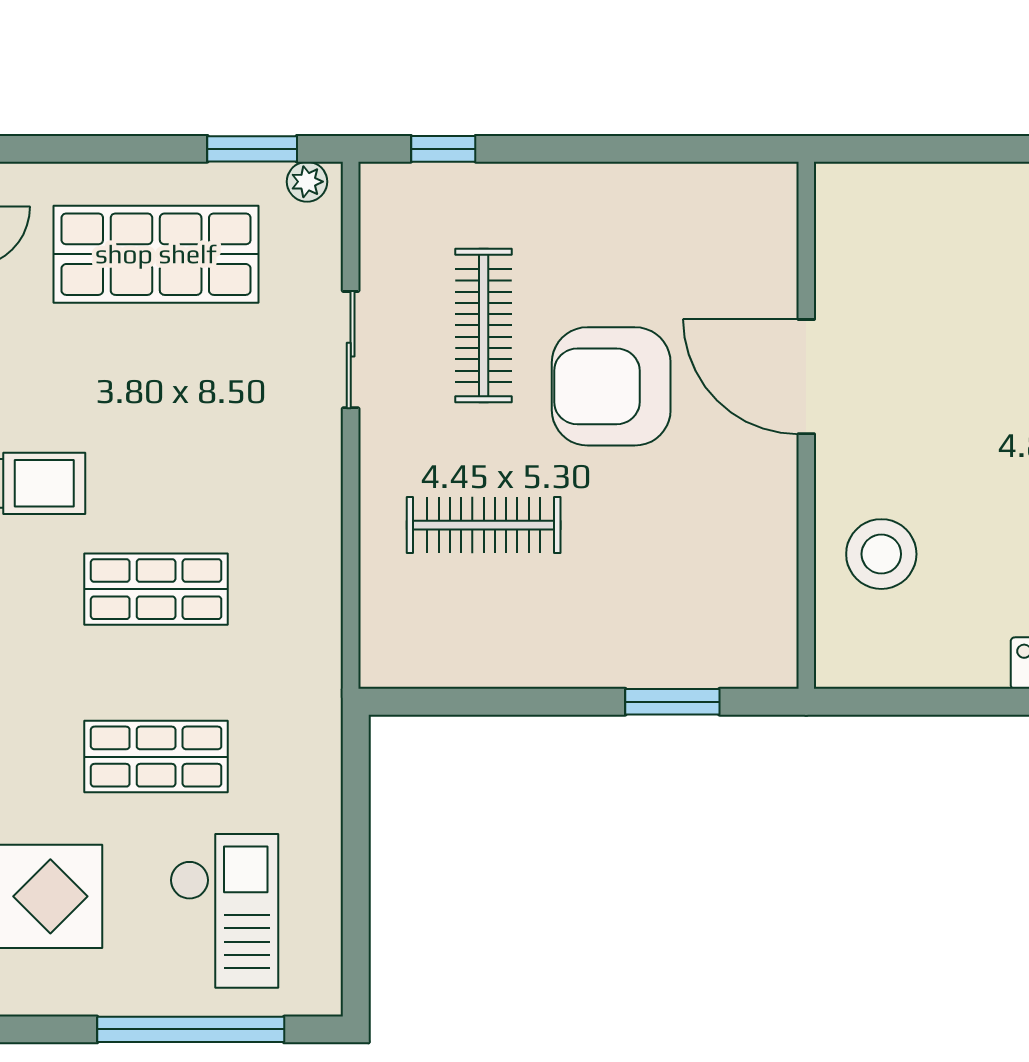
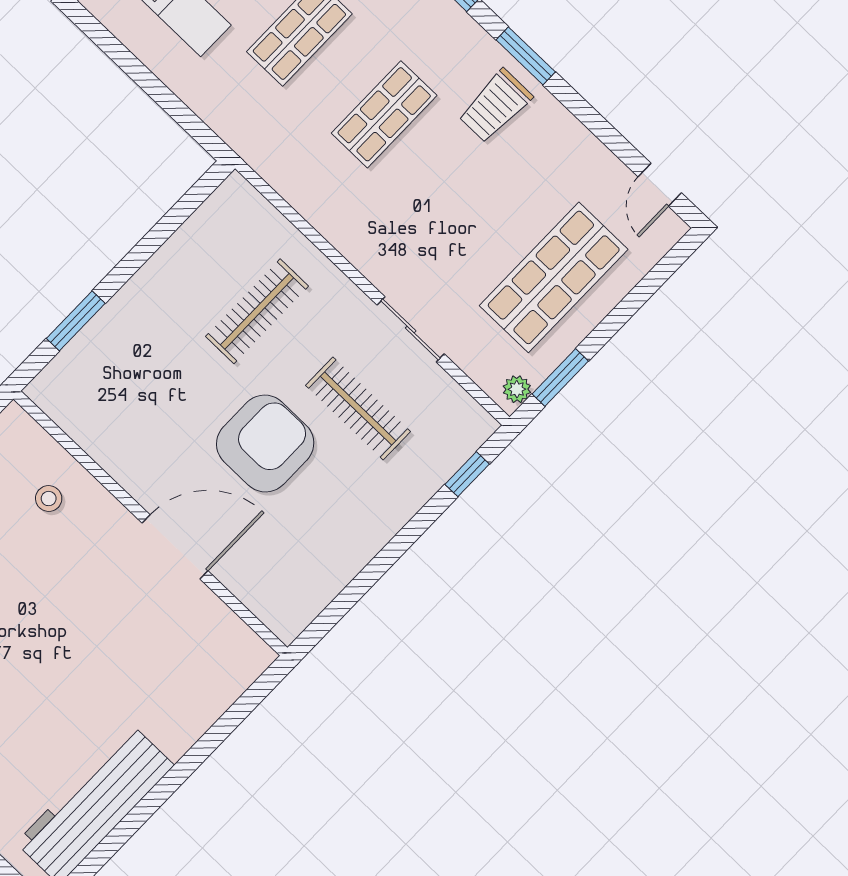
stool: (881, 554) -> (49, 499), width x0.53, depth x0.53

